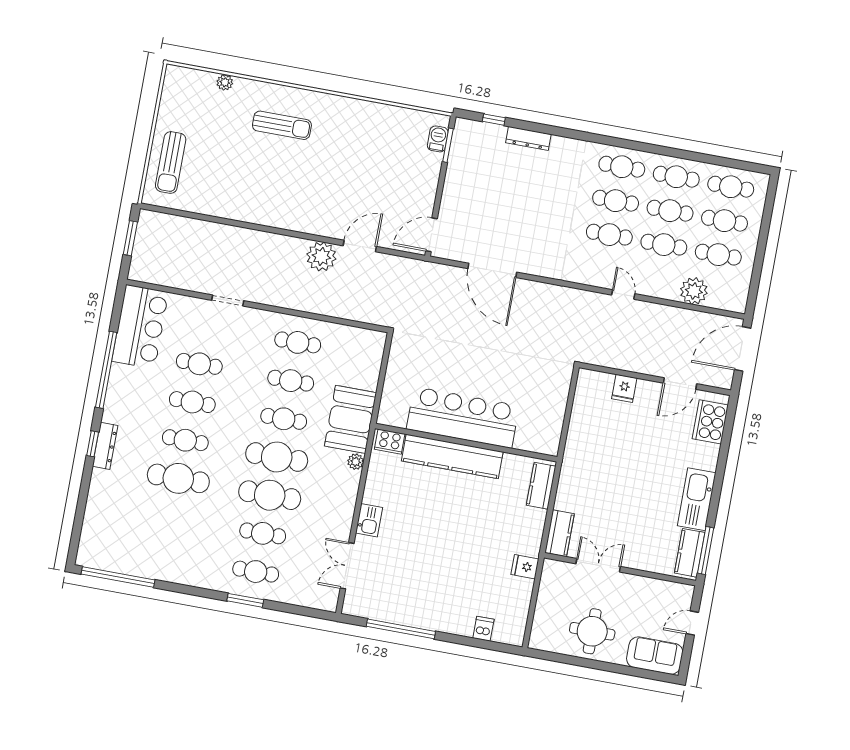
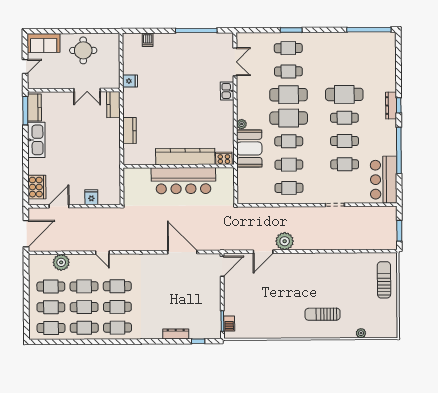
bar counter: (463, 417) -> (183, 181), moved
cooker: (390, 442) -> (224, 158), moved
wall: (466, 443) -> (179, 166), moved
kitchen counter: (452, 456) -> (185, 157), moved

